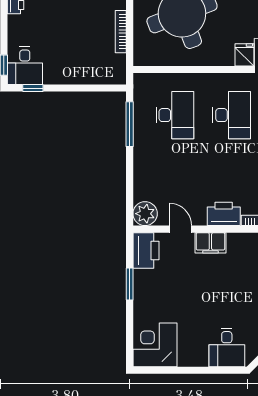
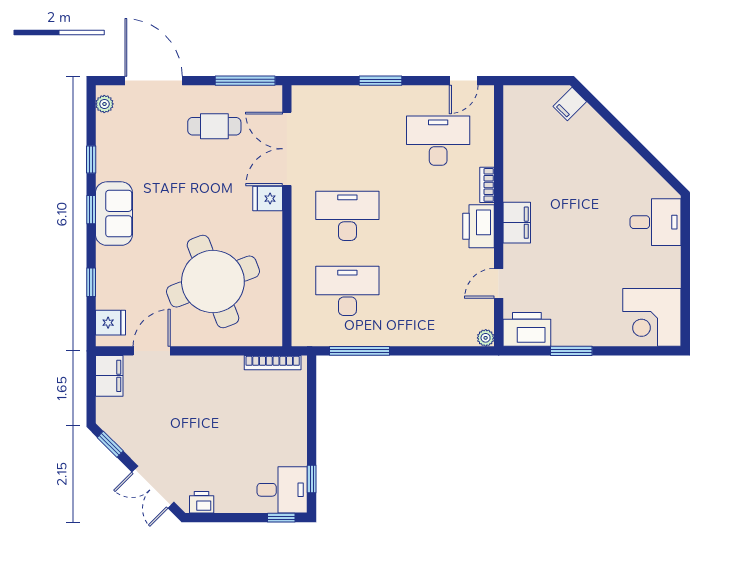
bookcase: (121, 32) -> (273, 363), moved
plant: (145, 214) -> (486, 338), width x0.53, depth x0.53
filing cabinet: (210, 243) -> (517, 223), moved

